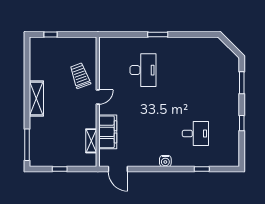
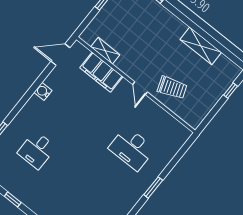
shelving: (36, 99) -> (201, 46), moved
water cooler: (165, 161) -> (43, 91), moved

